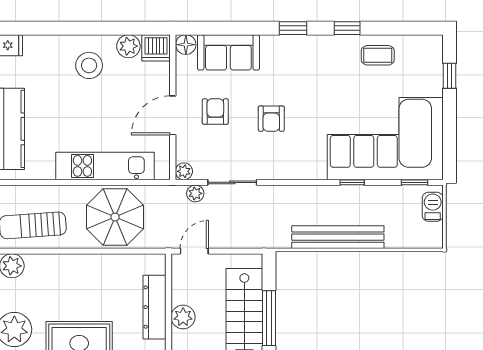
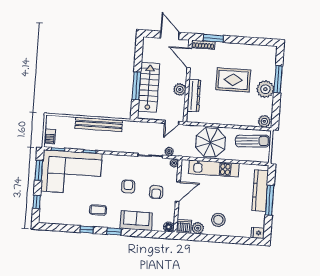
sofa: (228, 52) -> (136, 221), moved
coffee table: (378, 55) -> (98, 210), moved
window: (449, 138) -> (39, 170), added

